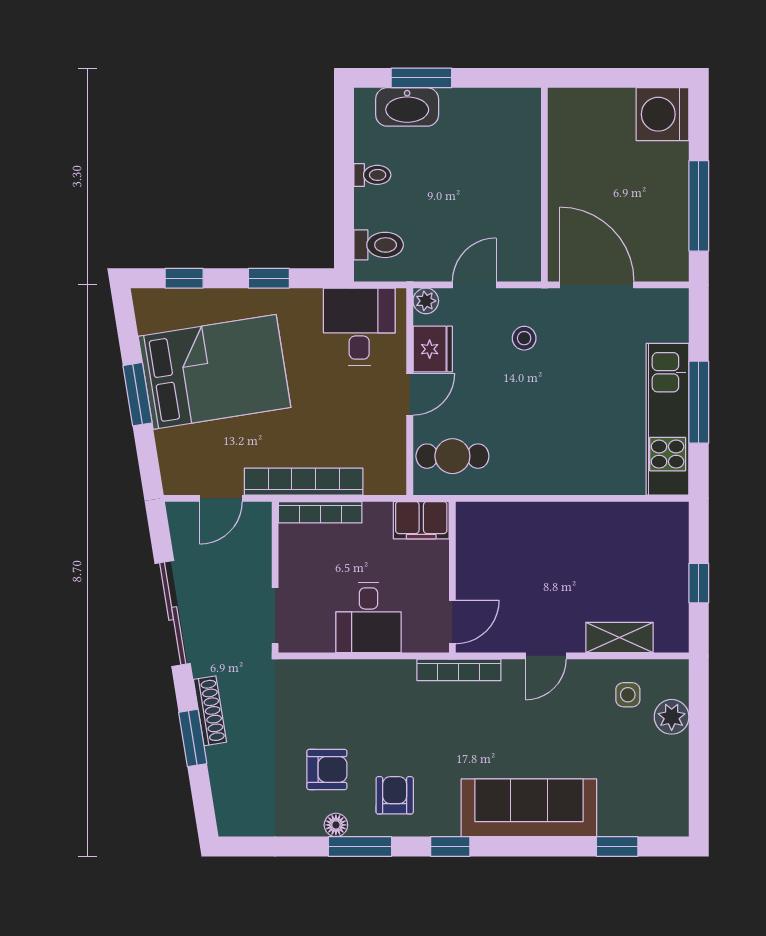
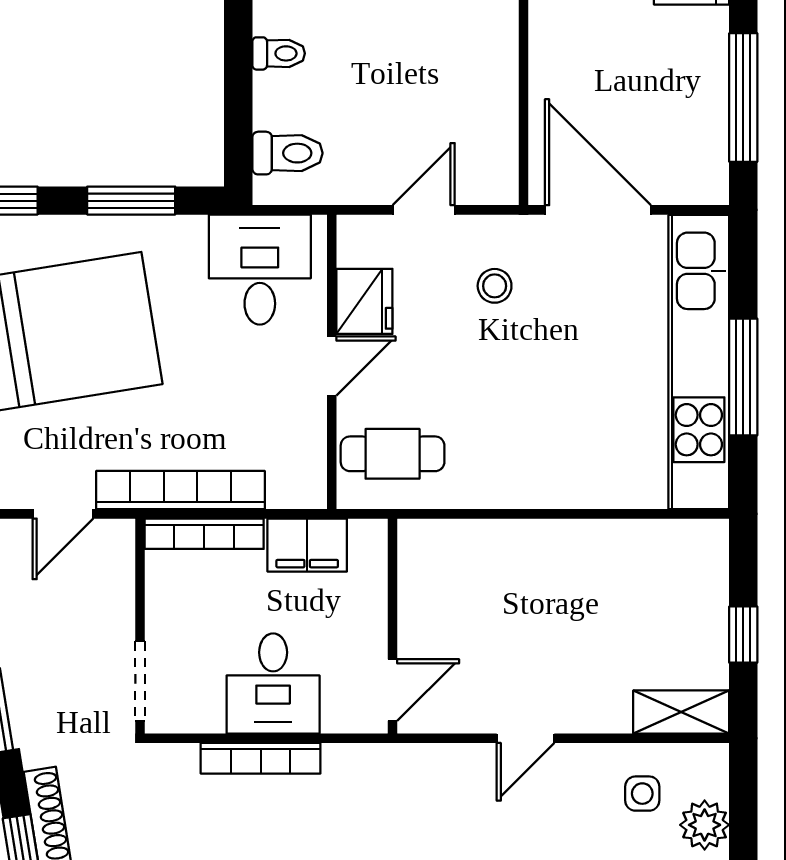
window: (269, 278) -> (131, 201), width x1.50
plant: (426, 301) -> (355, 233), removed
kitchen unit: (668, 419) -> (699, 362), width x1.36
filing cabinet: (421, 520) -> (307, 545), moved
shelving: (619, 637) -> (681, 712), moved
bookcase: (459, 670) -> (261, 758), moved

